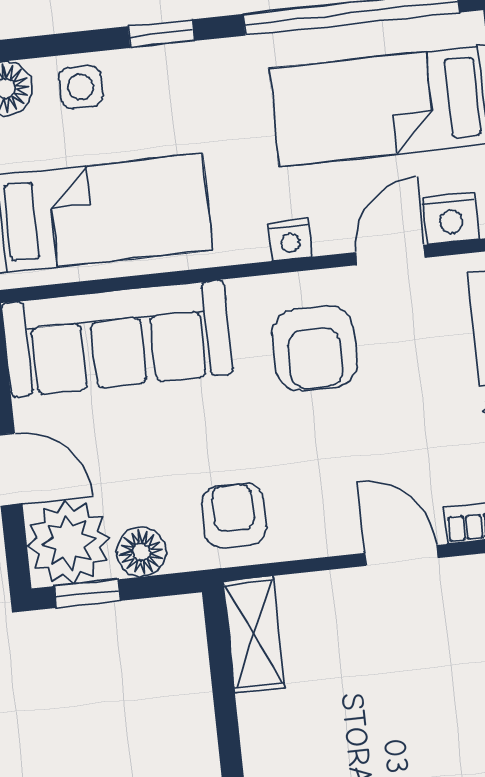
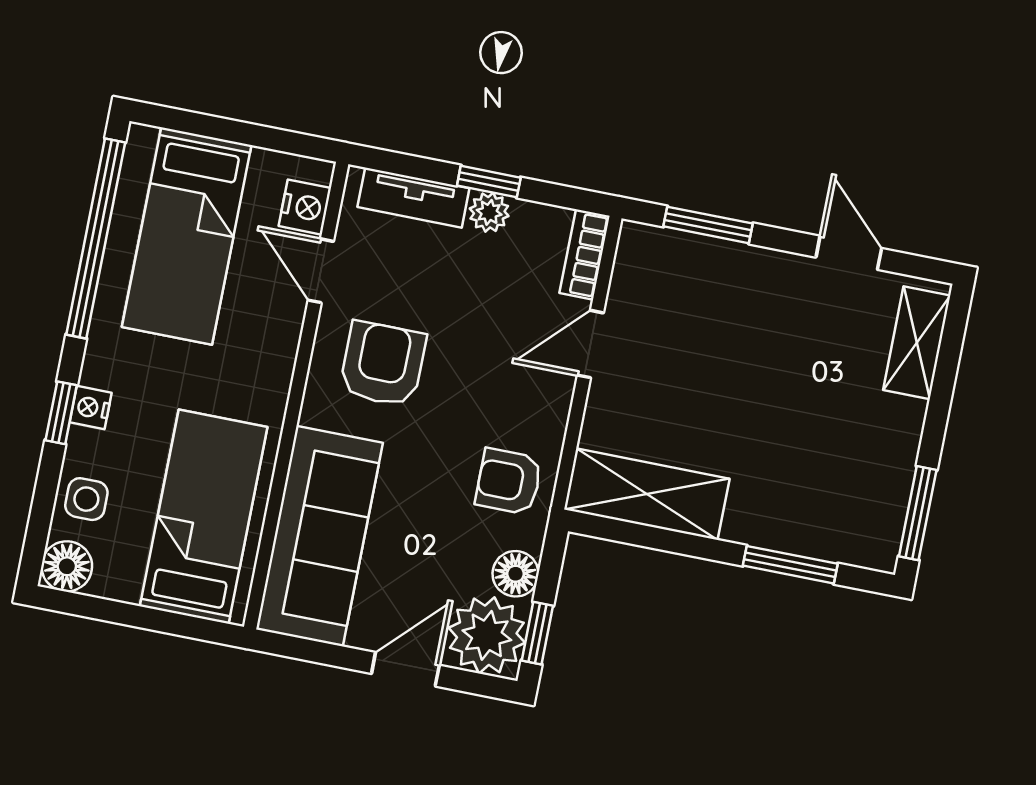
nightstand: (290, 240) -> (91, 408), moved, turned 180
armchair: (314, 348) -> (383, 364), turned -90
shelving: (254, 634) -> (647, 494), width x1.50, depth x1.33

